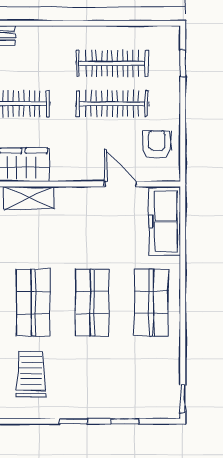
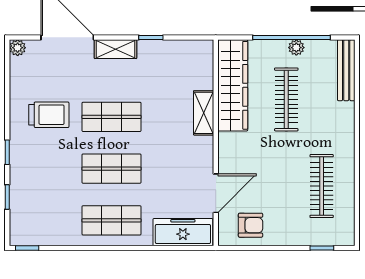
clothes rail: (112, 104) -> (286, 186), removed
door: (120, 184) -> (216, 193), width x1.38

